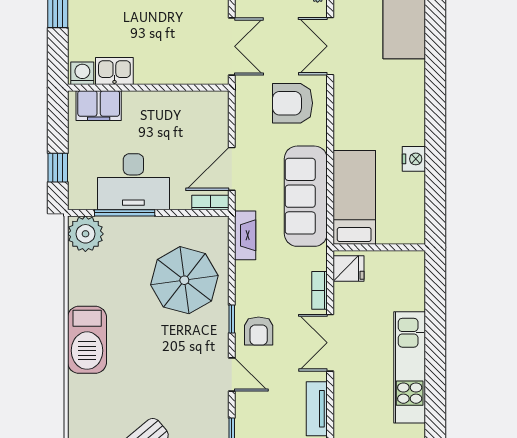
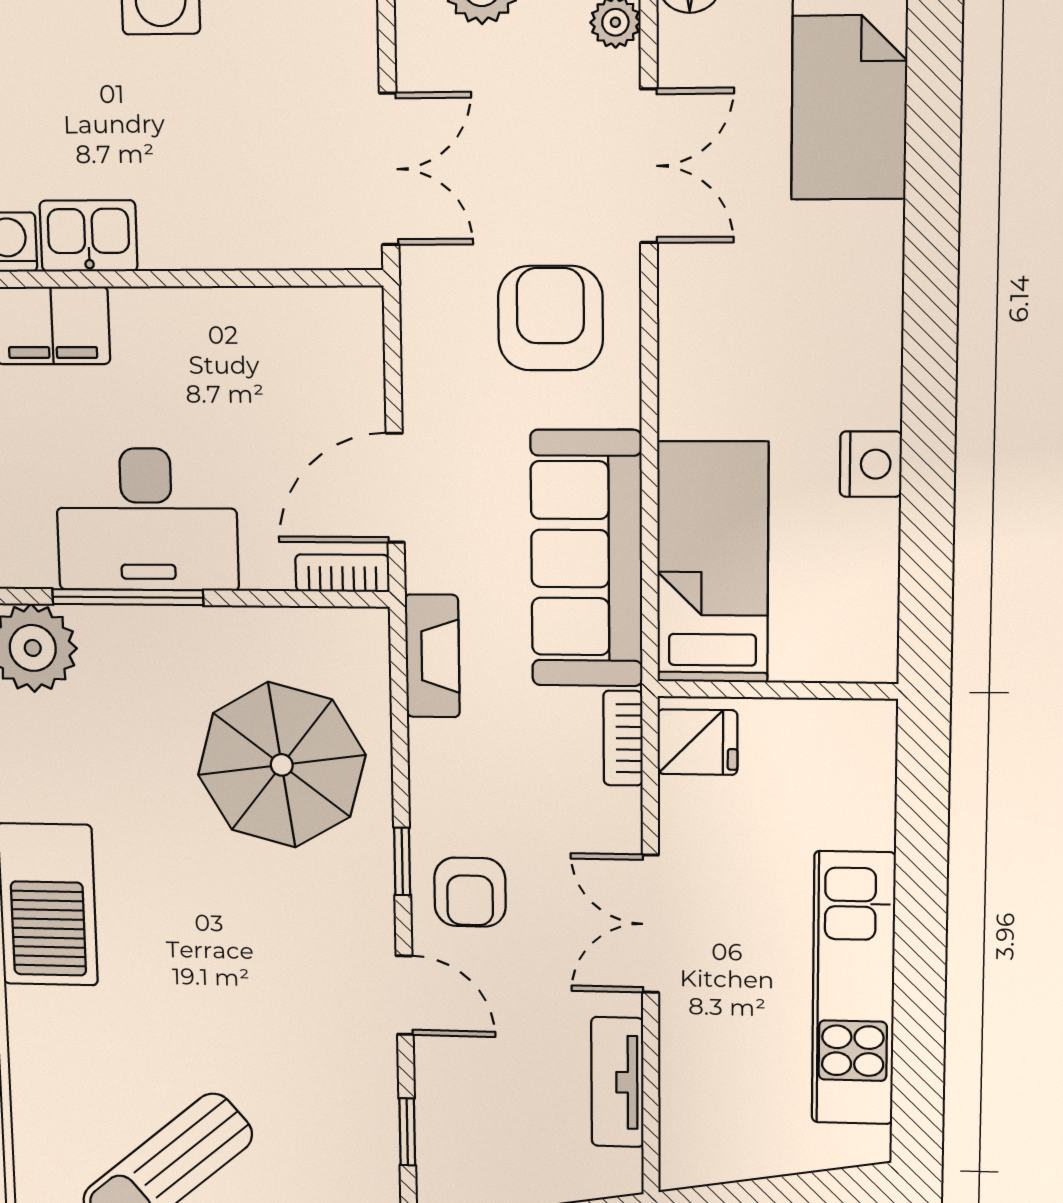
double door: (330, 46) -> (649, 166), swing flipped
armchair: (293, 103) -> (550, 318), turned 90
bookcase: (320, 290) -> (623, 738), moved

